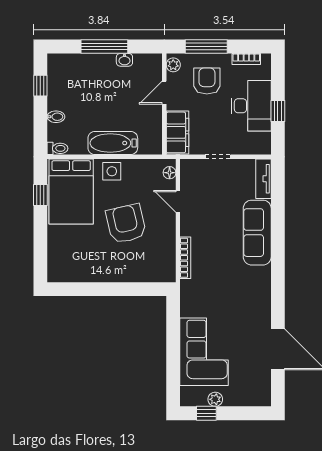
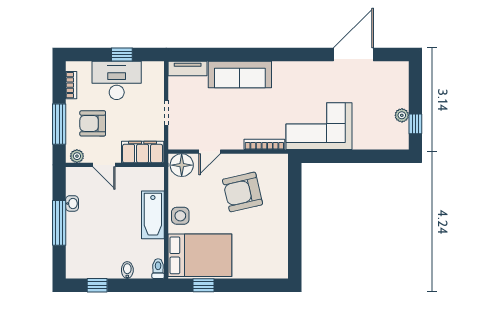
floor lamp: (170, 173) -> (182, 165), width x1.89, depth x1.89
armchair: (126, 224) -> (243, 192), moved
corner sofa: (204, 352) -> (319, 126), moved

